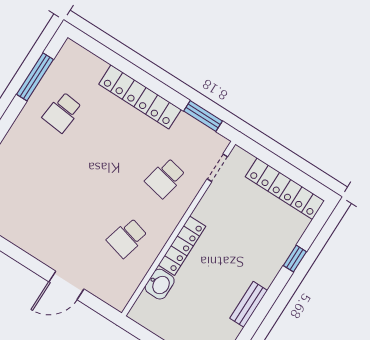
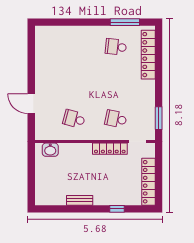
locker: (140, 97) -> (148, 55), moved
locker: (182, 246) -> (110, 149), moved
washbasin: (160, 284) -> (50, 150), moved

